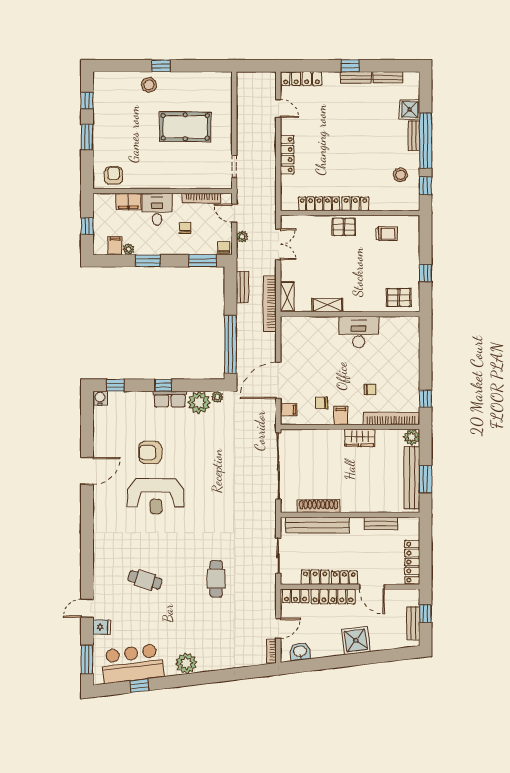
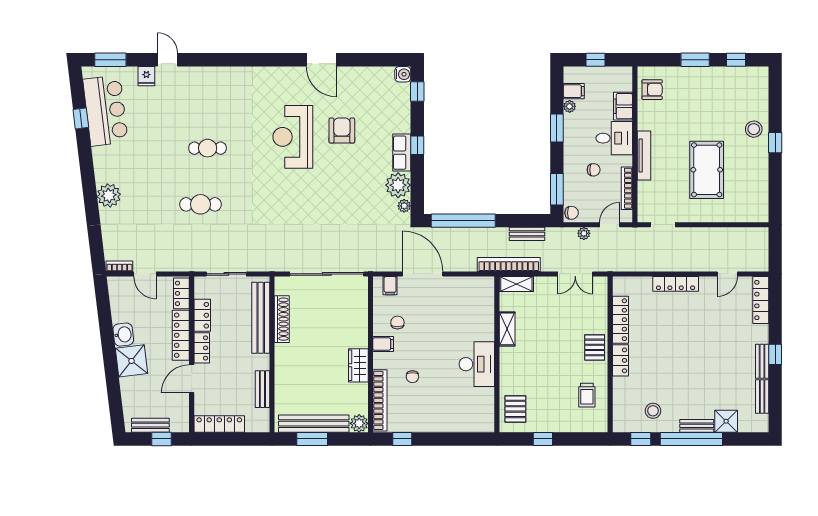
tv unit: (172, 183) -> (644, 156), added
cafe table: (145, 580) -> (208, 148), moved, turned 74
washbasin: (300, 652) -> (123, 335), moved
plant: (186, 663) -> (109, 195), moved

